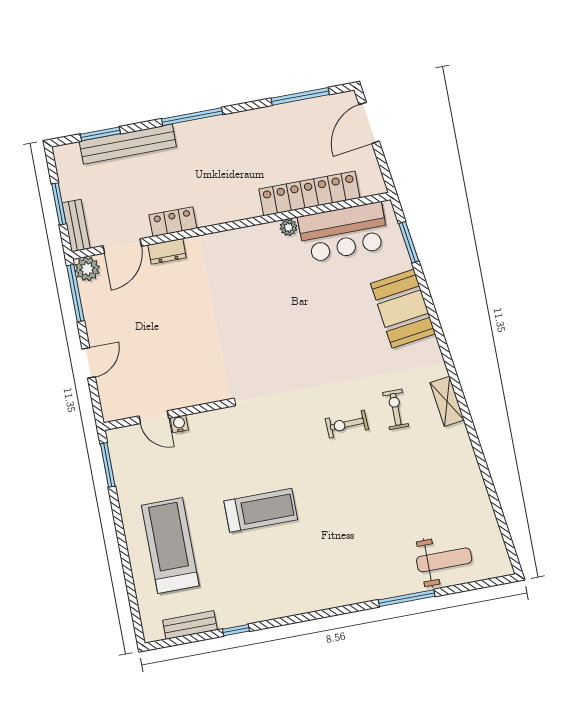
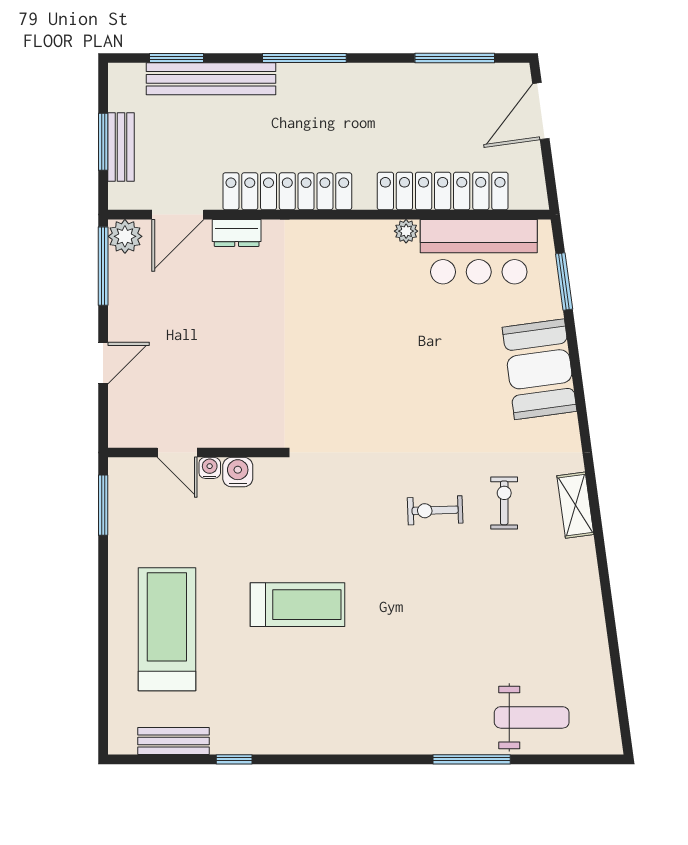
locker: (173, 222) -> (287, 191), width x2.16, depth x1.21
bench: (76, 226) -> (121, 147), moved
water cooler: (200, 423) -> (238, 472), added

